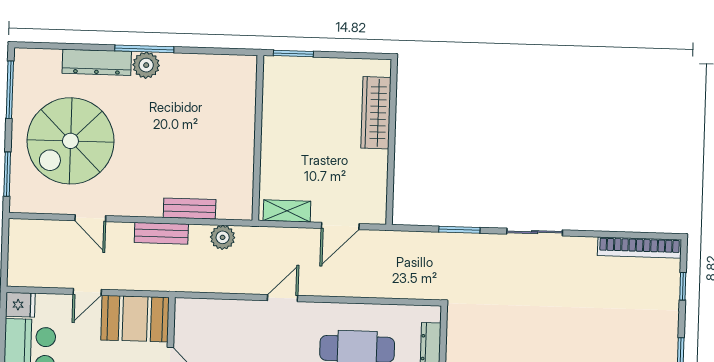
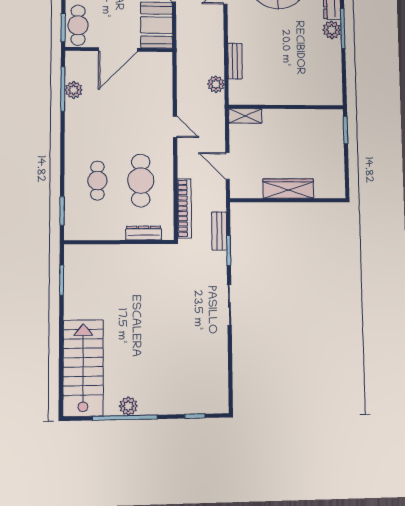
wardrobe: (376, 113) -> (288, 189), moved
shelving: (287, 211) -> (245, 116), moved, turned 90
bench: (161, 233) -> (219, 231), moved
bookcase: (639, 248) -> (184, 208), moved, turned 180

